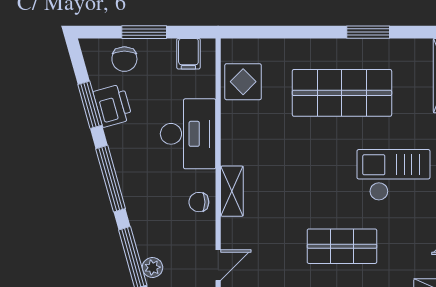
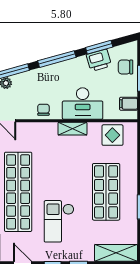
checkout: (393, 175) -> (59, 221), turned 180
shelving: (232, 191) -> (72, 129), moved
shop shelf: (342, 246) -> (18, 192), width x2.00, depth x1.36

